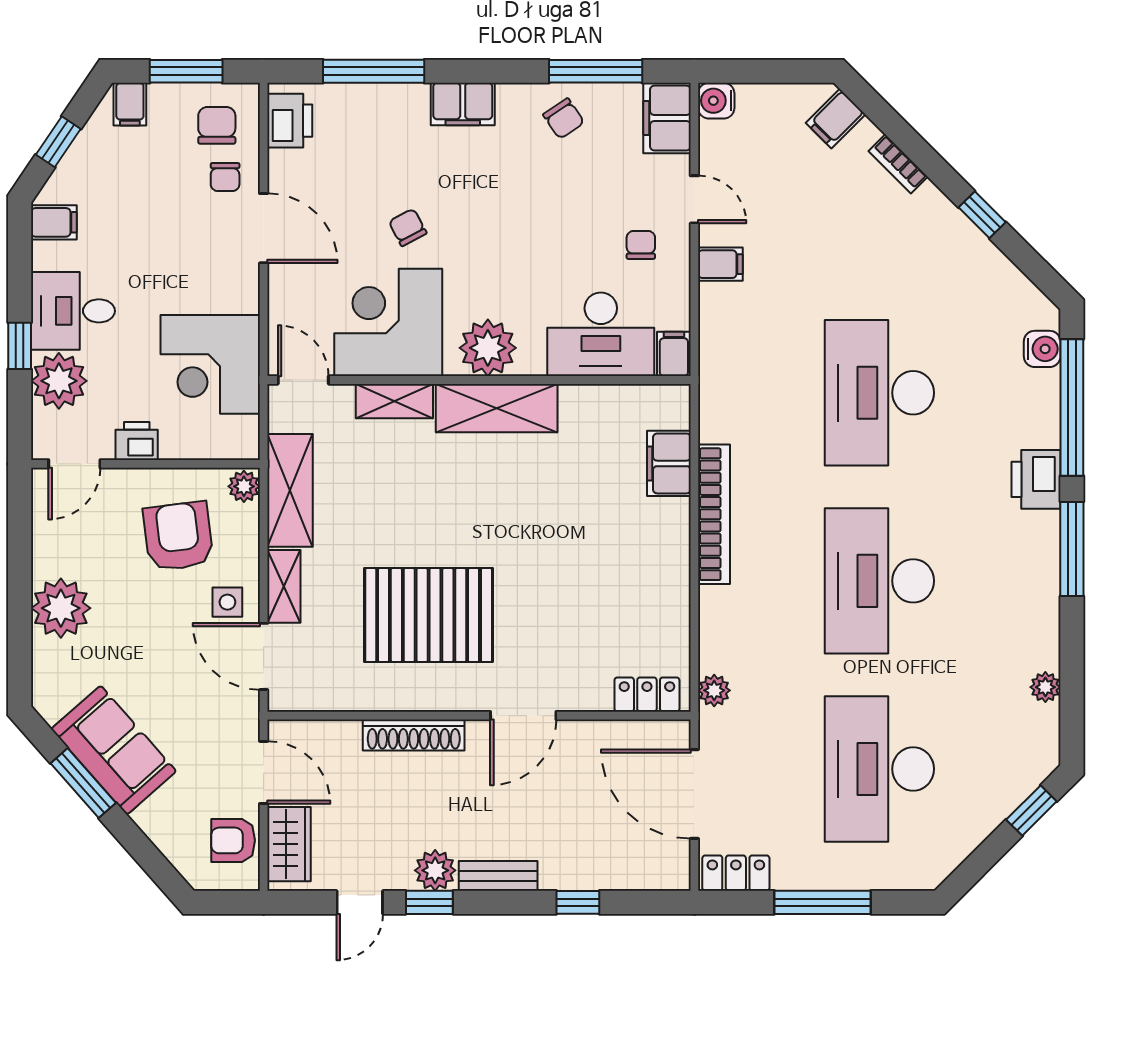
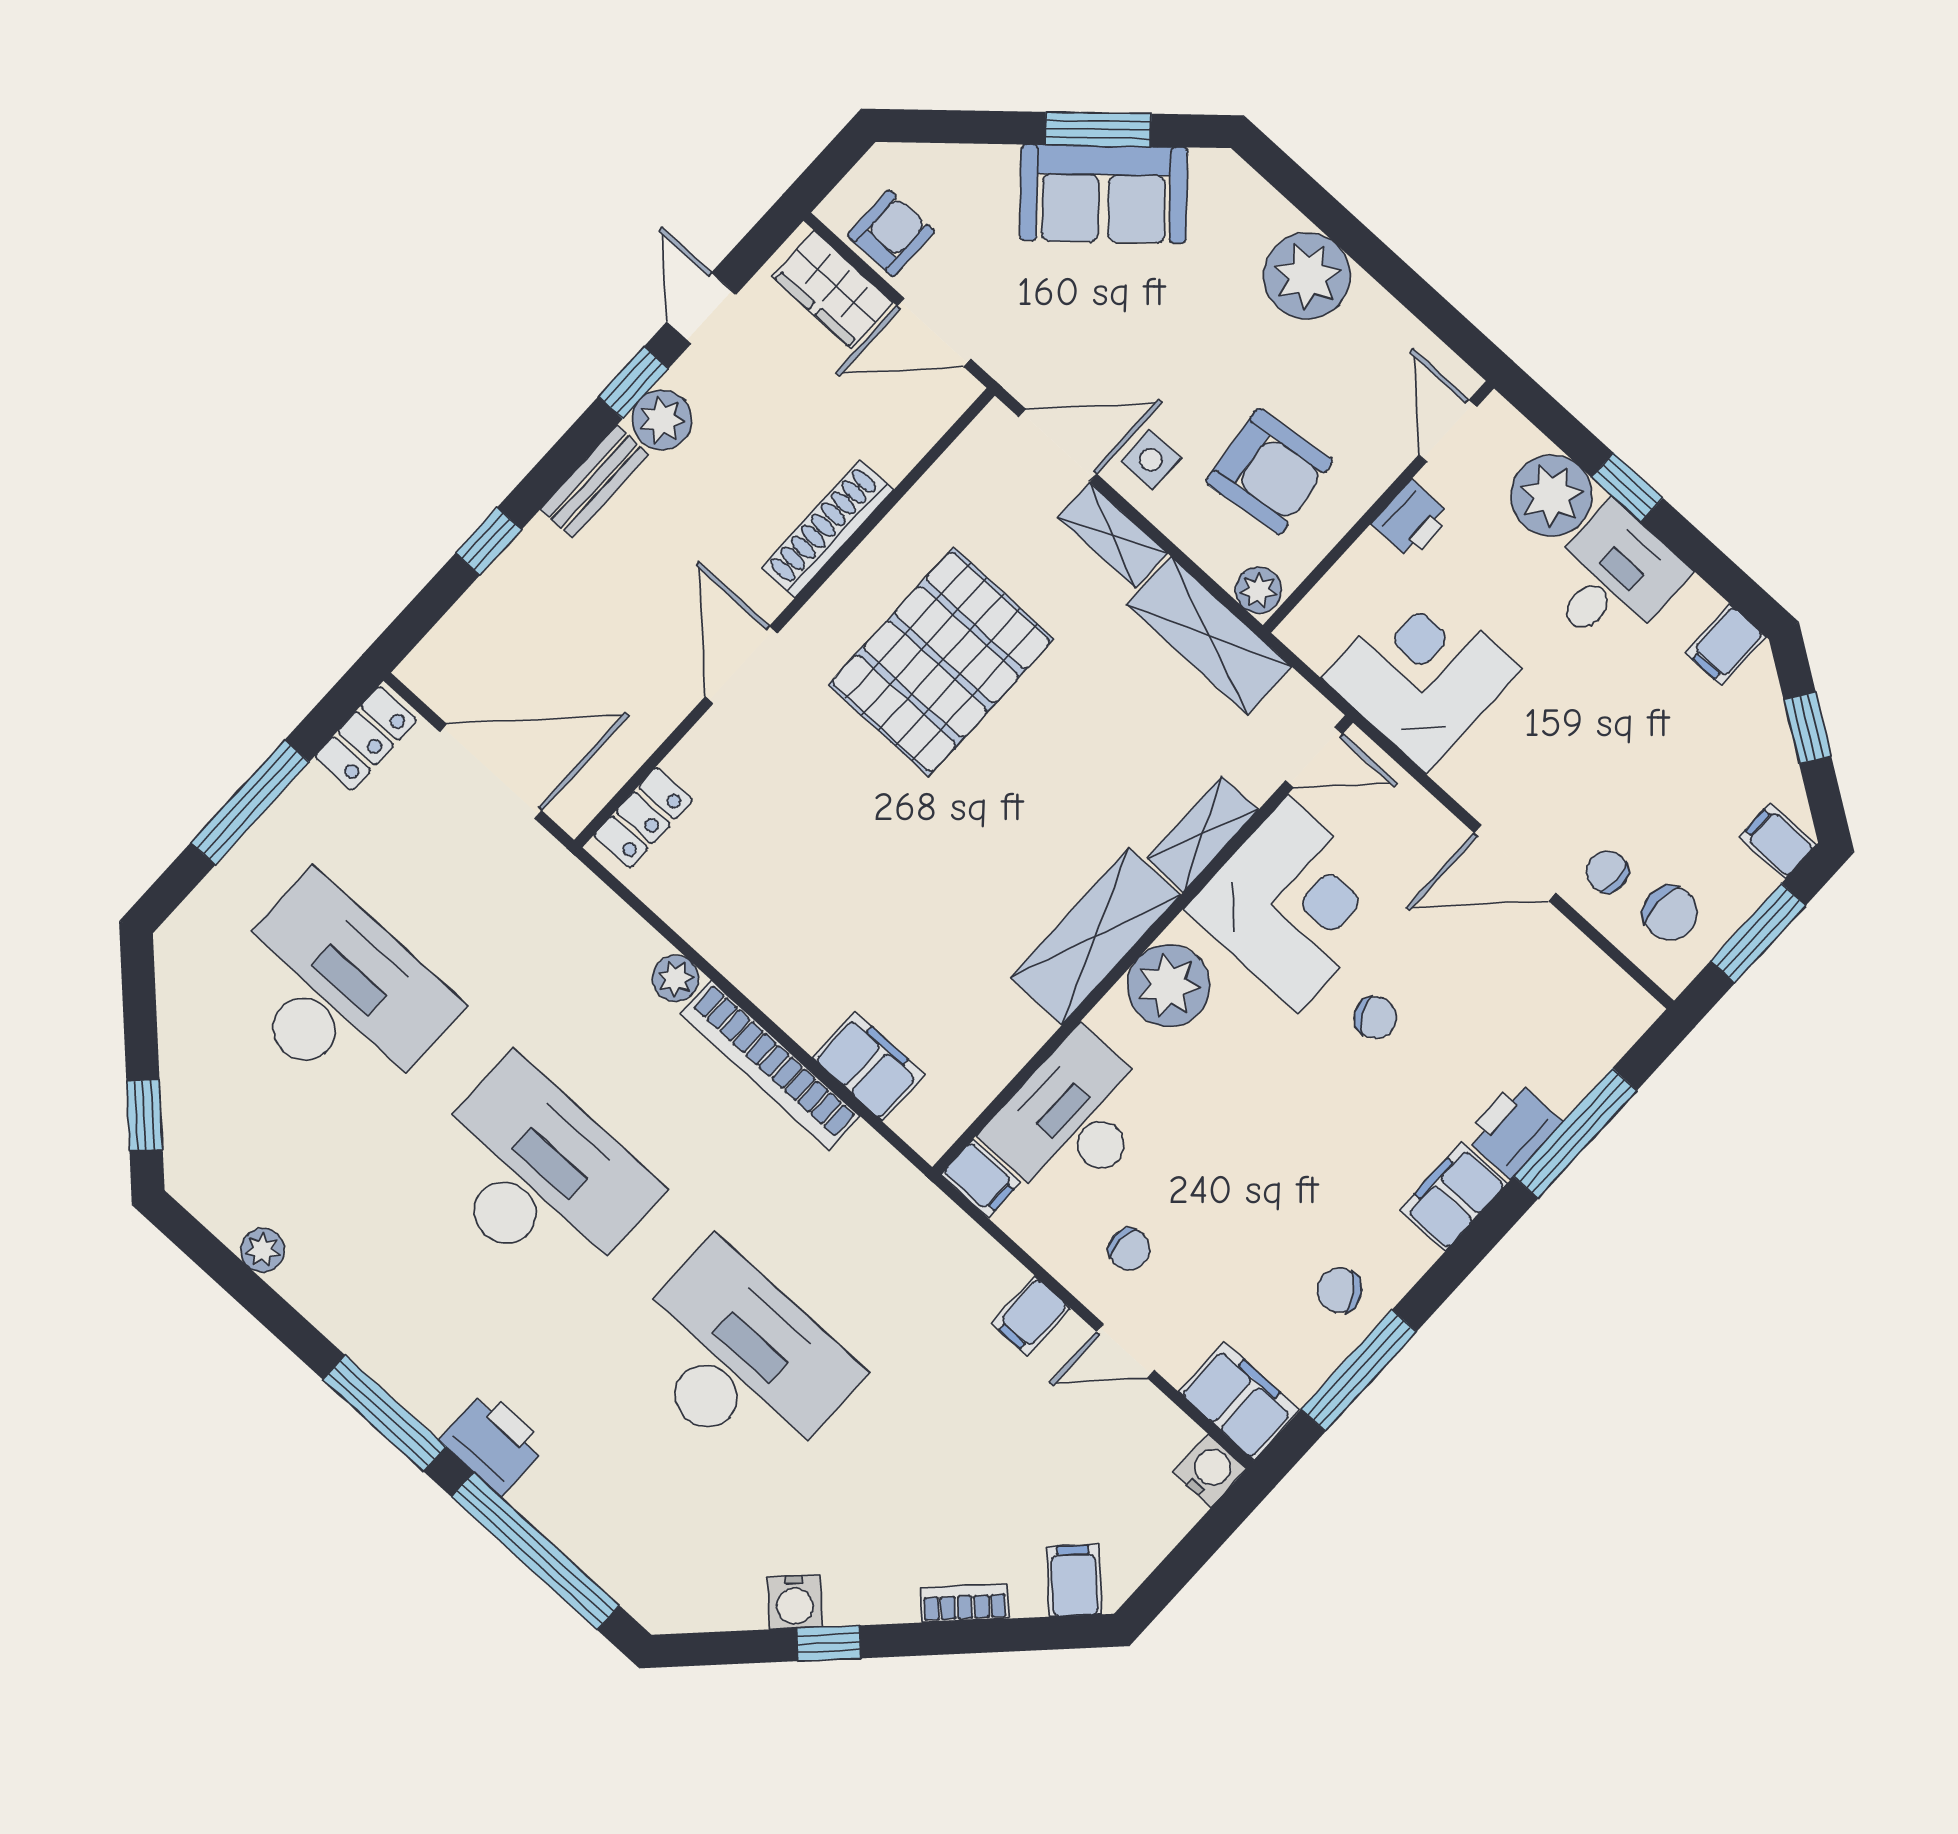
printer: (290, 121) -> (1513, 1129), moved, turned 90
water cooler: (1042, 349) -> (795, 1602), moved, turned -45
plant: (714, 690) -> (675, 979), moved

